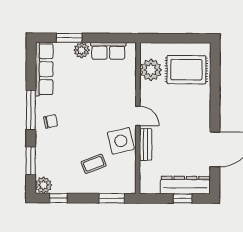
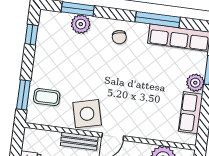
window: (31, 110) -> (158, 20), moved
coffee table: (94, 164) -> (47, 97), moved, turned -69
plant: (43, 185) -> (81, 24), moved

